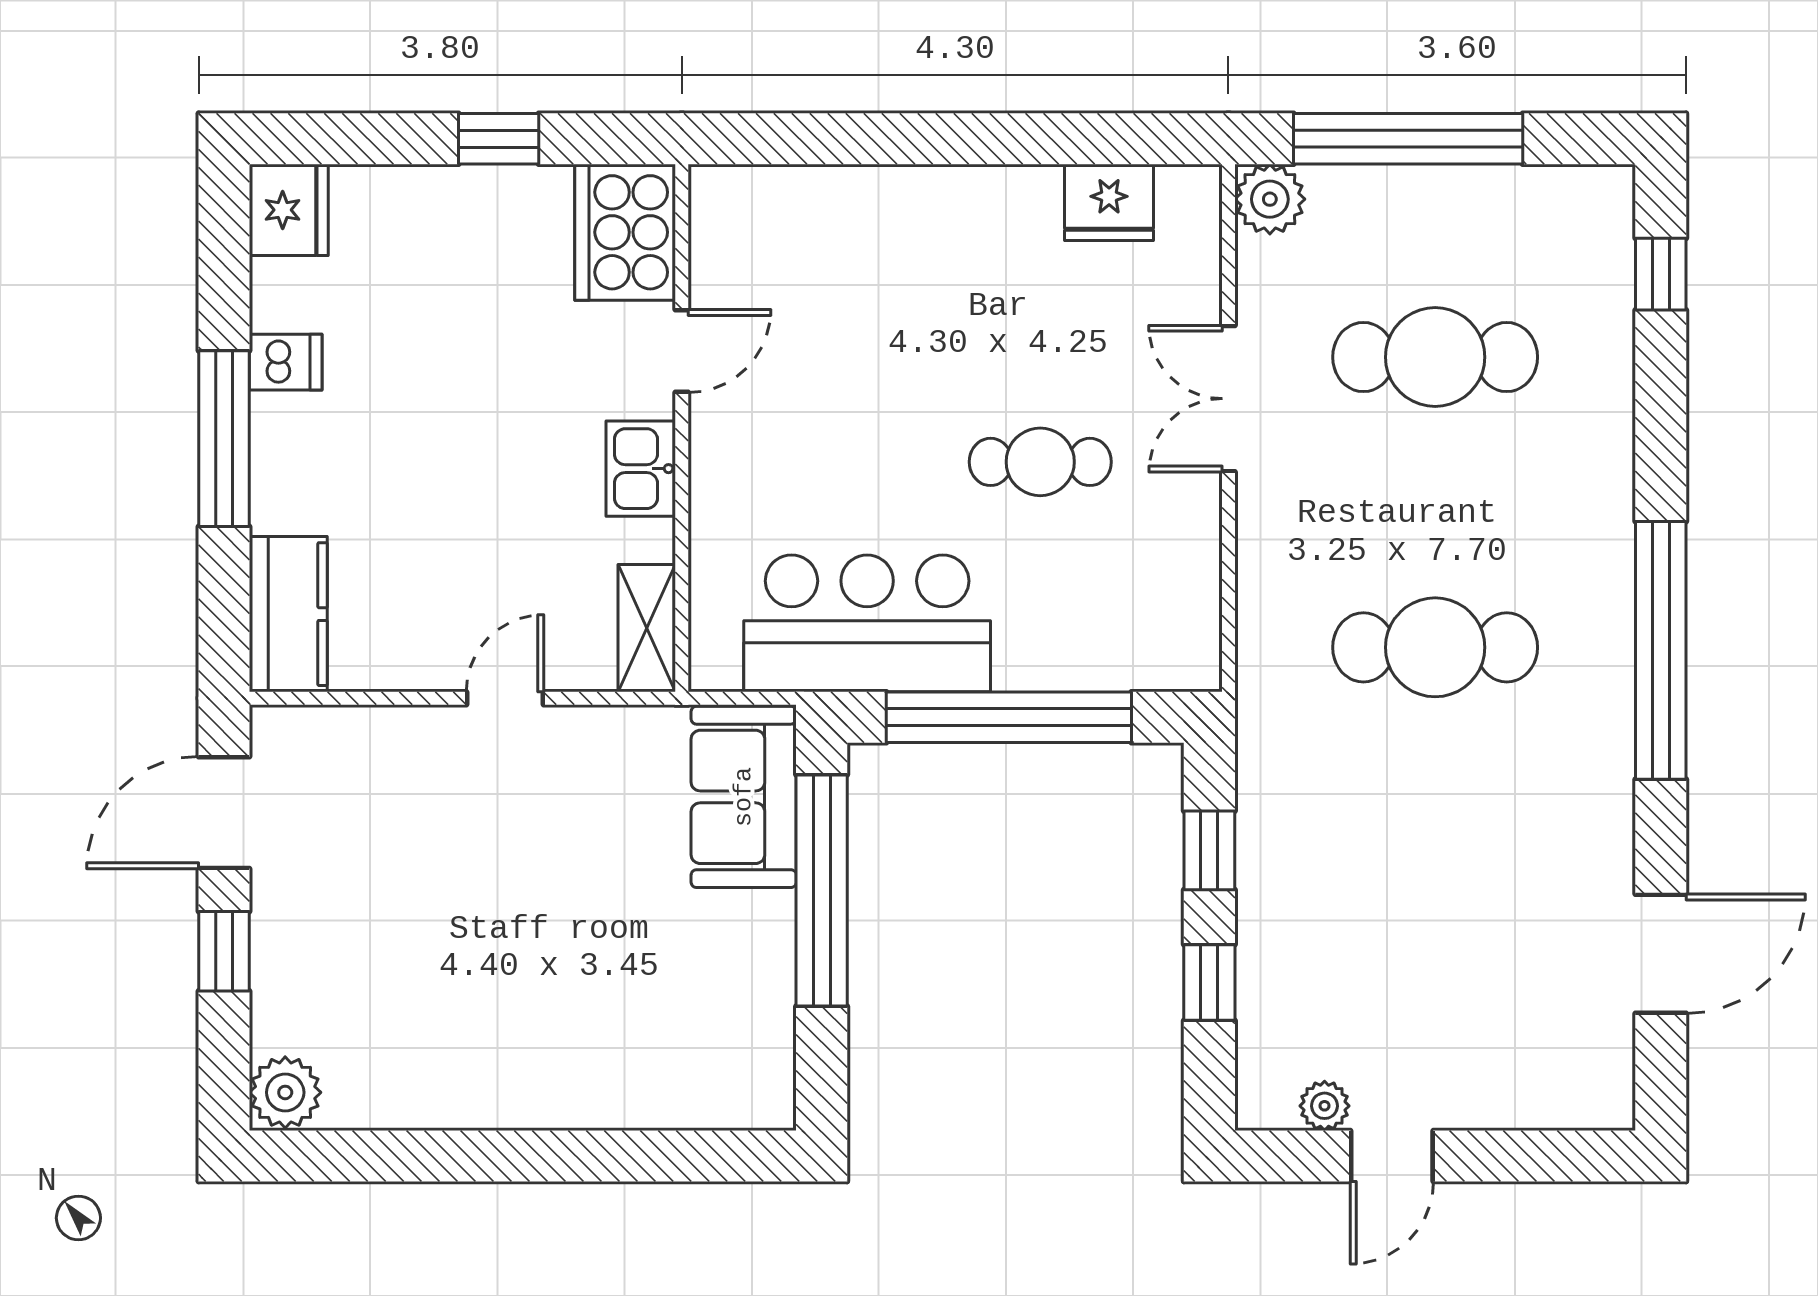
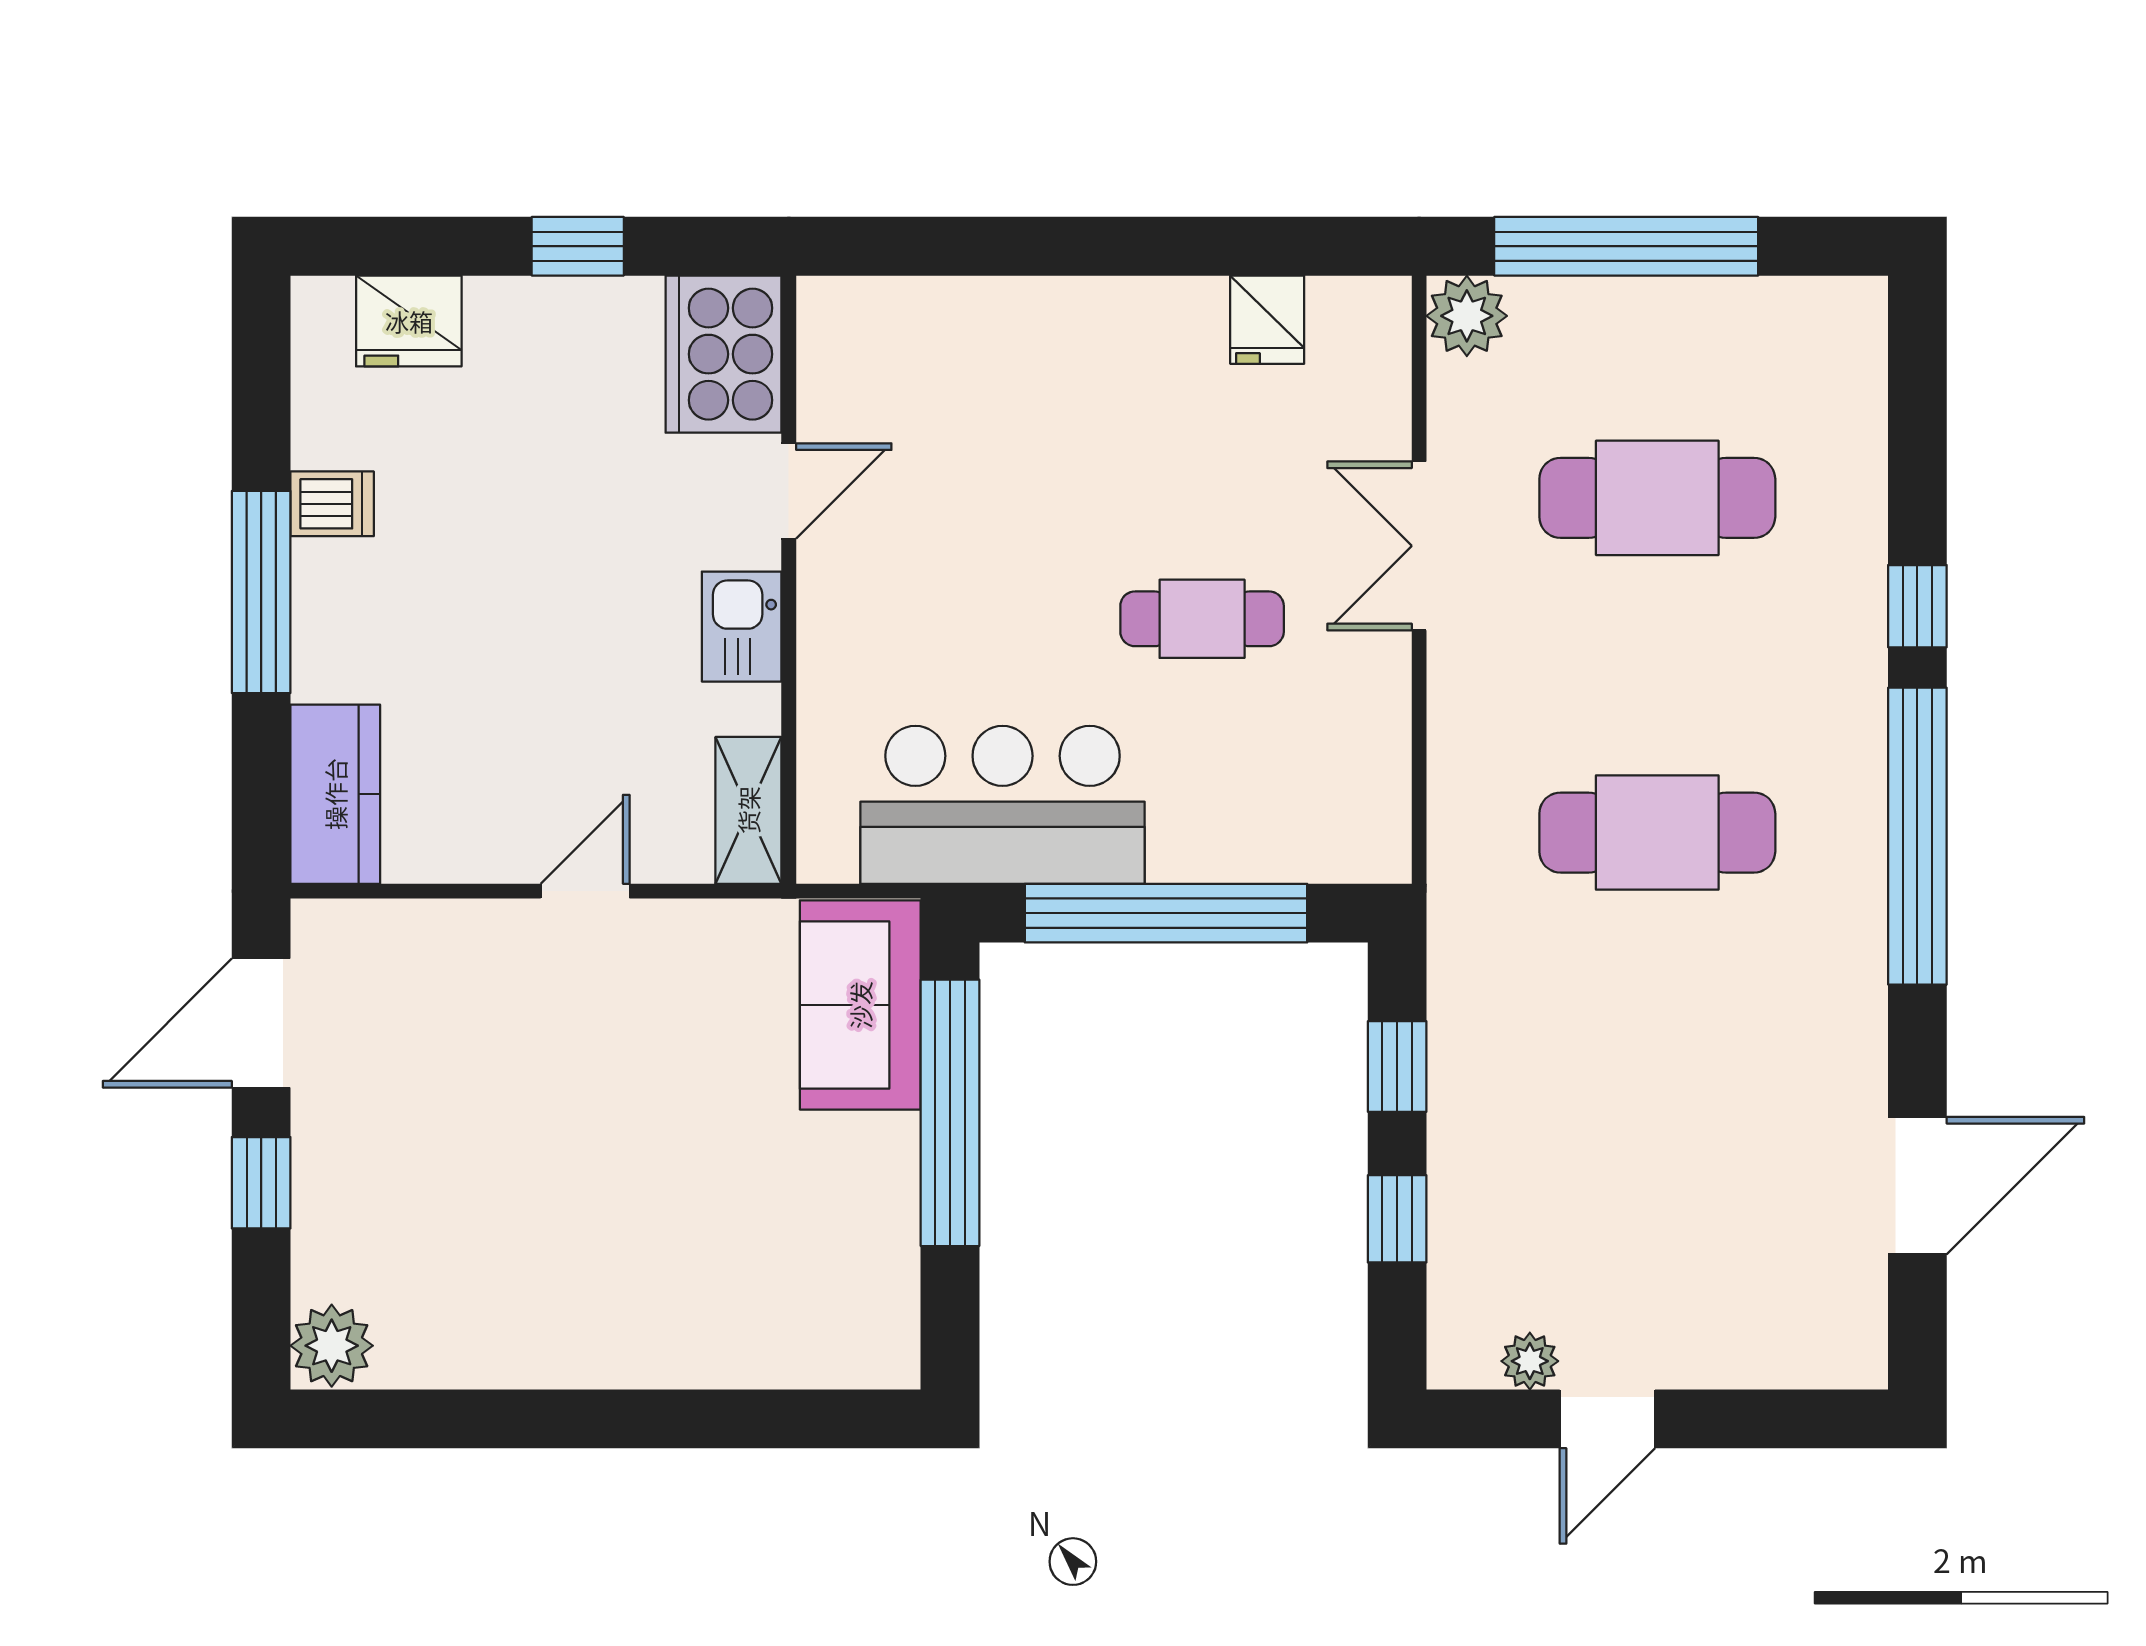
fridge: (1109, 202) -> (1267, 320), width x0.72
fridge: (289, 210) -> (409, 321), moved, turned 90
window: (1661, 274) -> (1917, 606), moved

